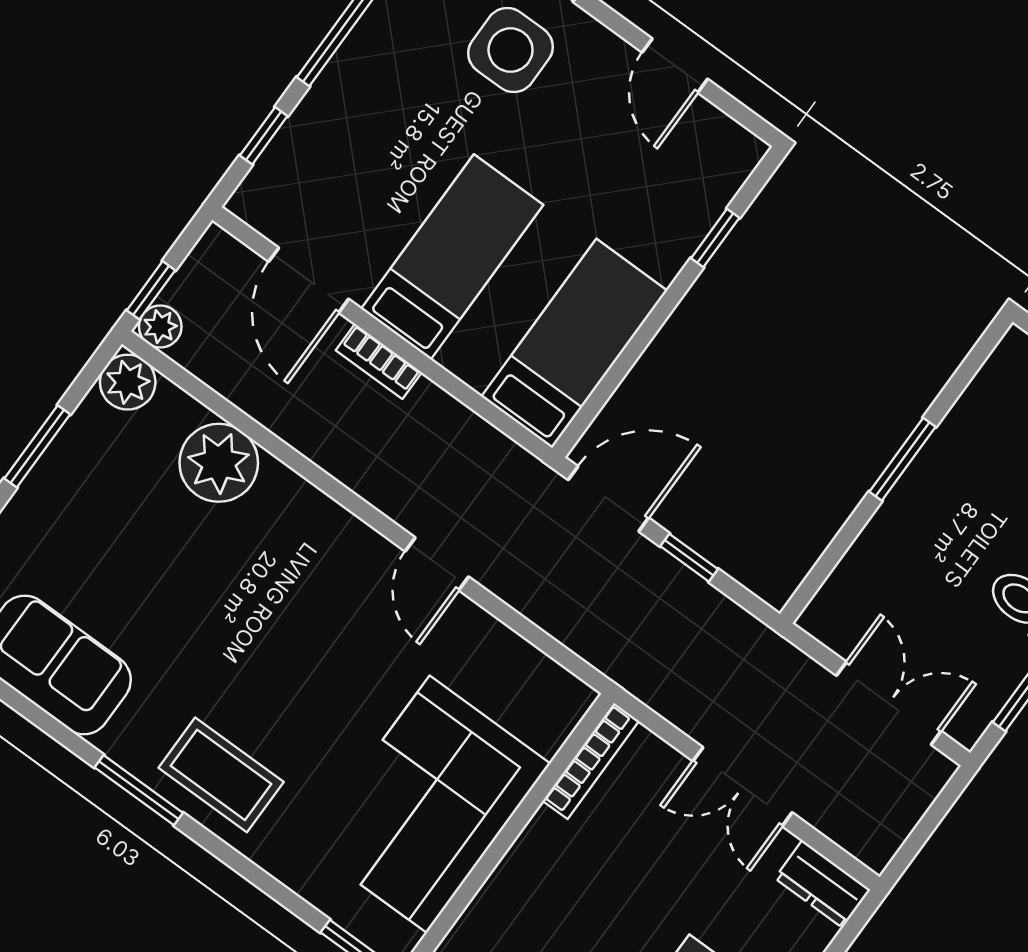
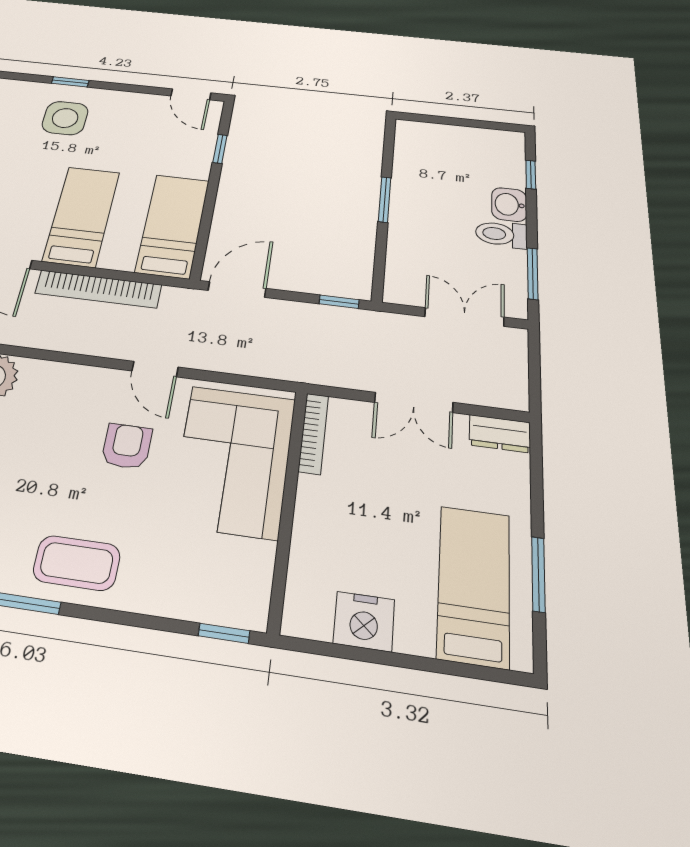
door: (675, 66) -> (191, 94), moved
bookcase: (379, 361) -> (98, 289), width x2.31, depth x1.31
window: (689, 558) -> (339, 302), moved
armchair: (349, 655) -> (127, 446), added
corner sofa: (428, 804) -> (234, 460), moved

